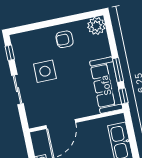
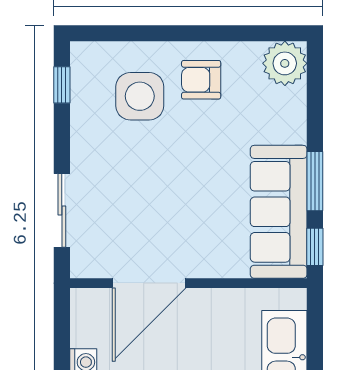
side table: (45, 71) -> (140, 96), moved
sliding door: (18, 90) -> (62, 210), moved

